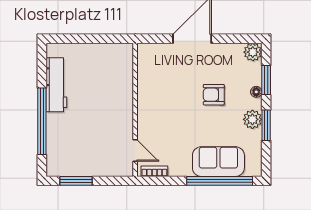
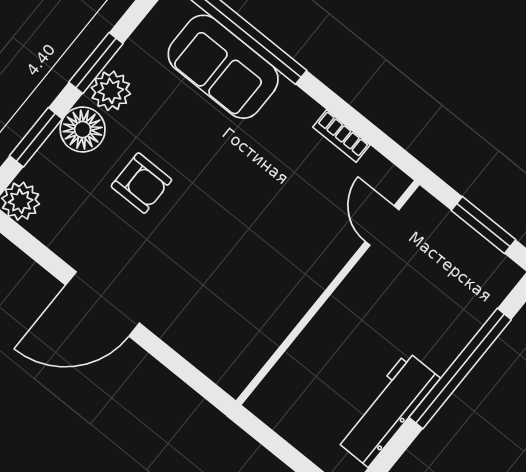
floor lamp: (256, 92) -> (83, 130), width x1.89, depth x1.89
wall: (135, 110) -> (328, 293), moved
door: (135, 151) -> (382, 226), moved

